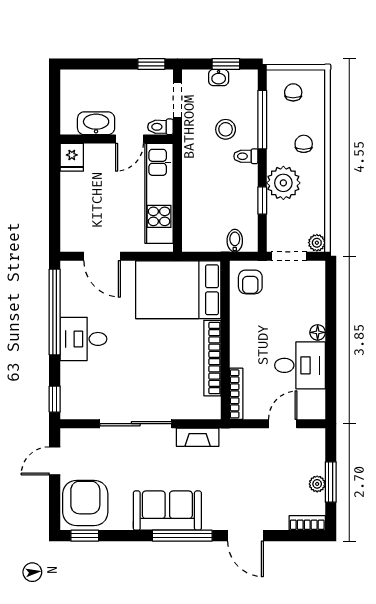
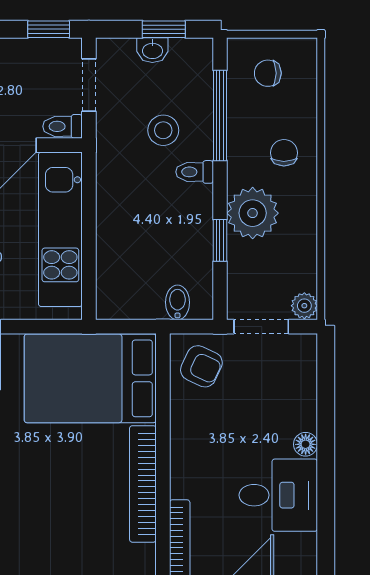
chair: (293, 92) -> (268, 73), turned -90
armchair: (250, 282) -> (201, 366), turned -65

